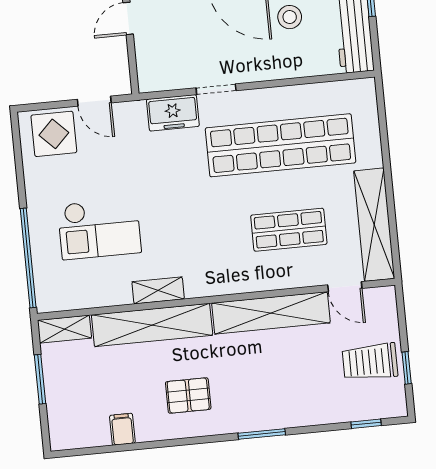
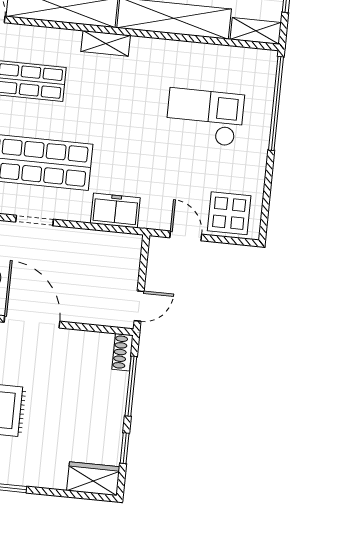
doorway: (216, 89) -> (35, 221), moved
shelving: (158, 290) -> (106, 43), moved

